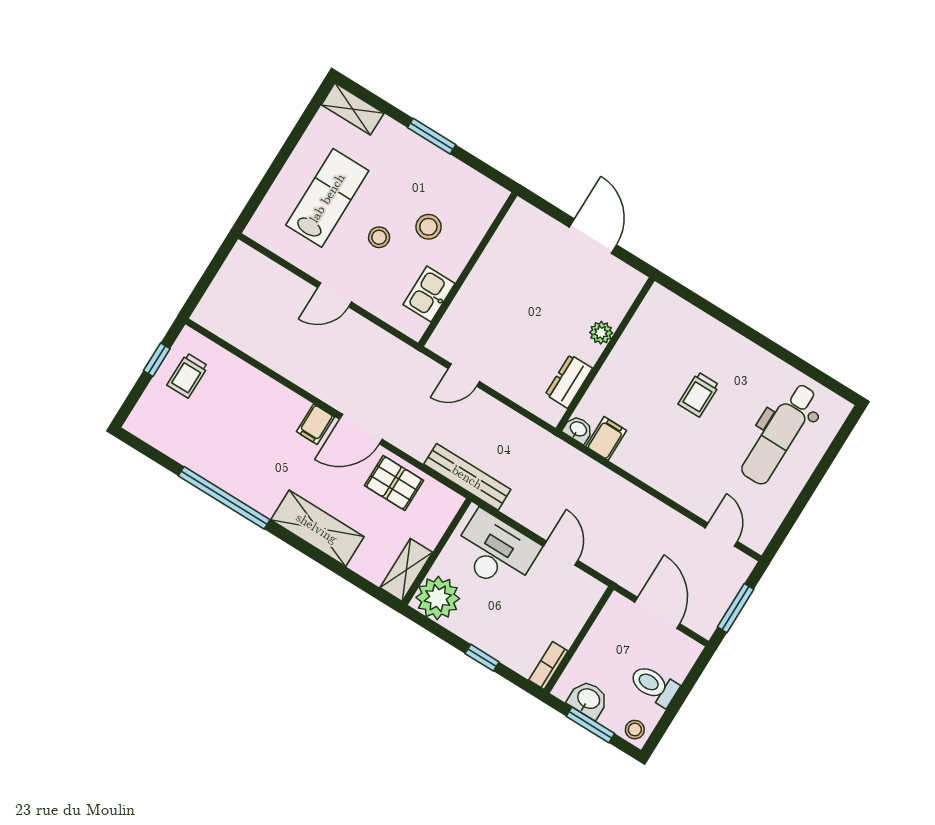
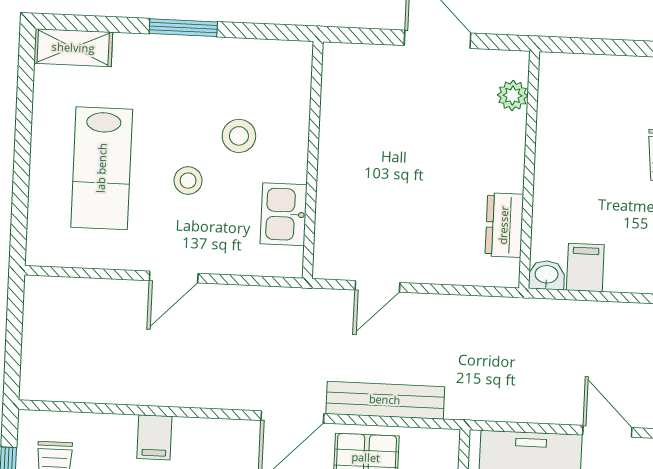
lab bench: (327, 198) -> (102, 168), turned 180
plant: (601, 333) -> (513, 95), moved
filing cabinet: (315, 424) -> (154, 437), moved
bench: (467, 477) -> (385, 400), moved

